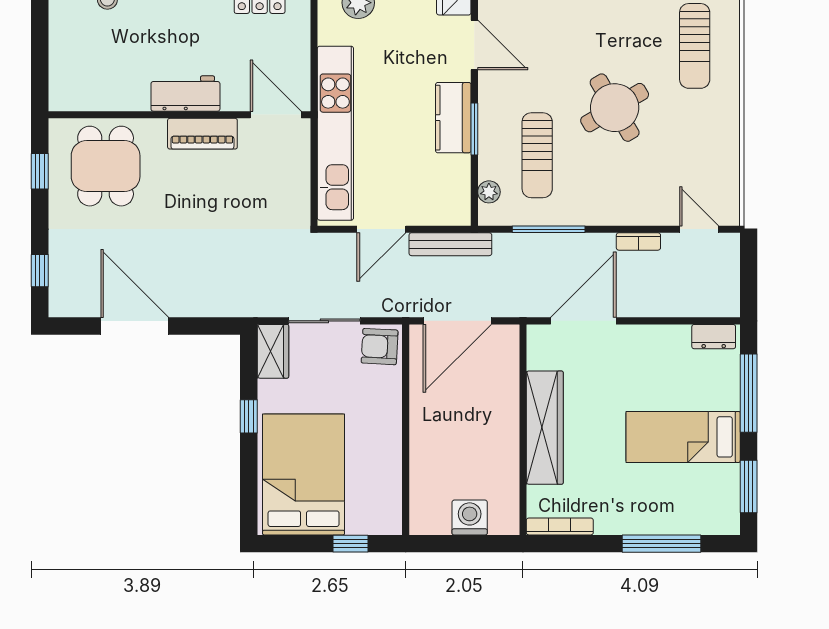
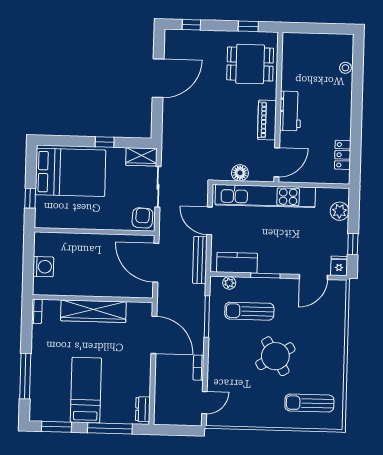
kitchen counter: (453, 118) -> (237, 263), moved
floor lamp: (296, 178) -> (240, 173), added
bookcase: (560, 526) -> (37, 311), width x0.64

